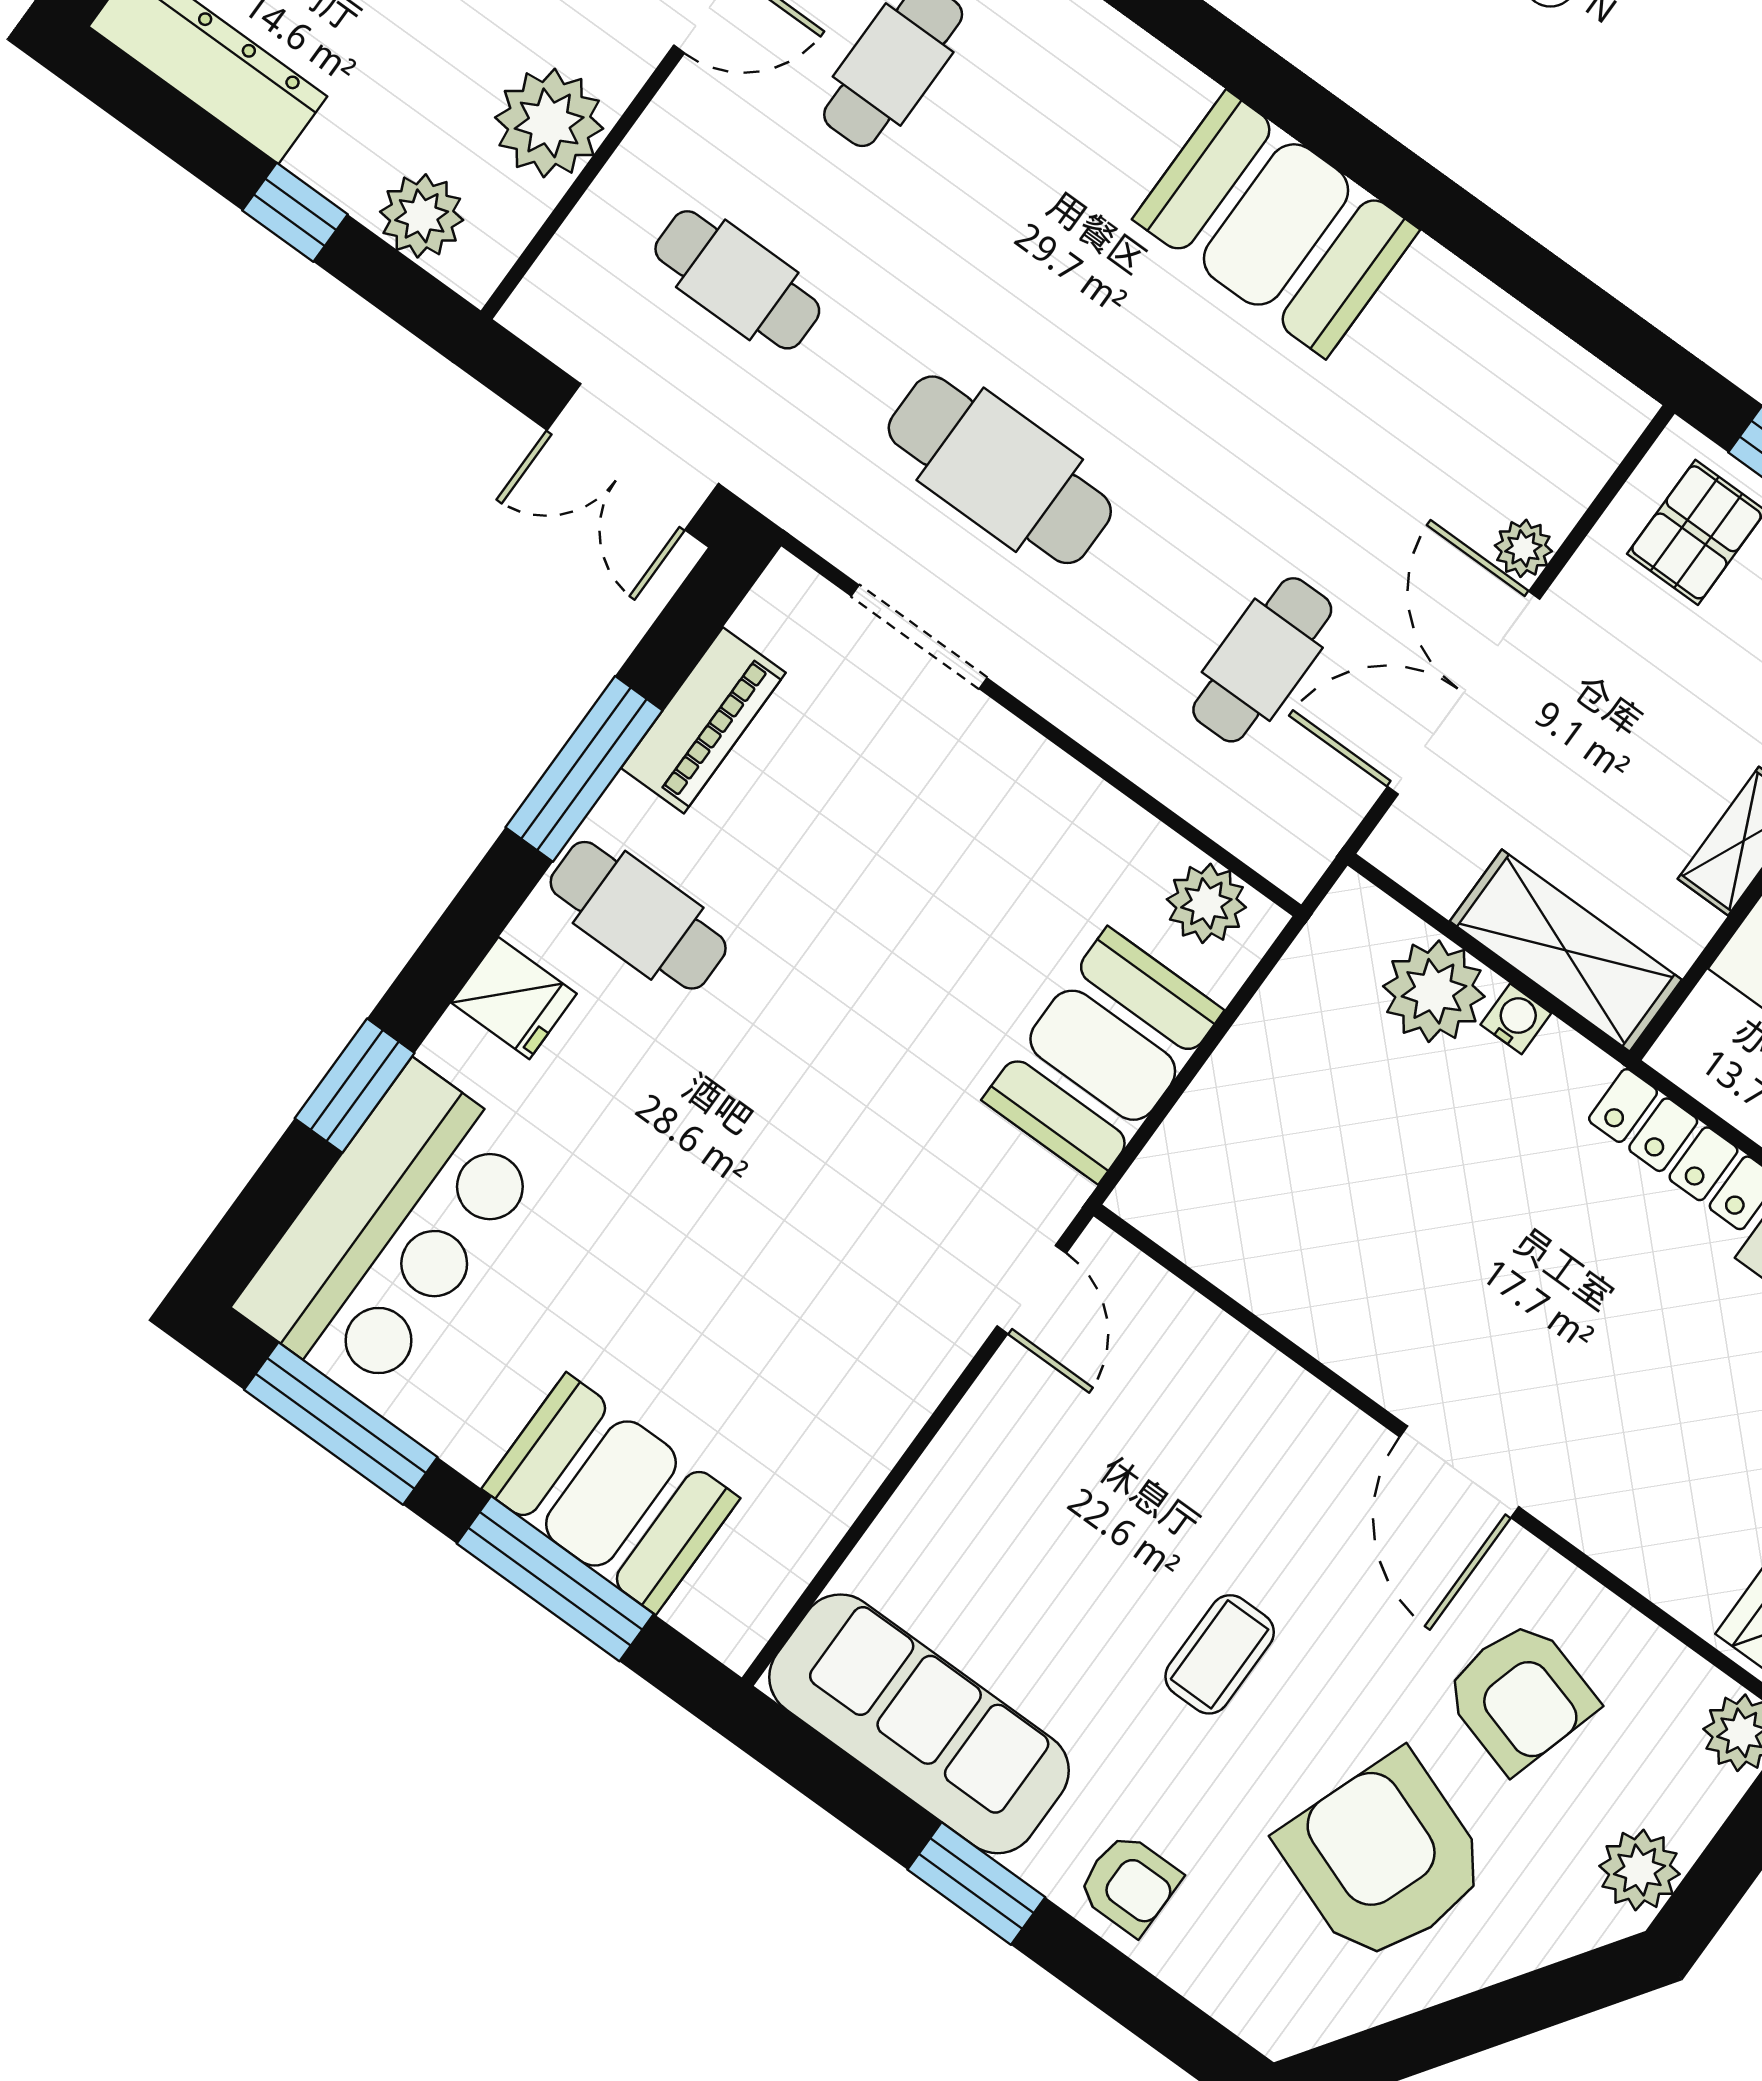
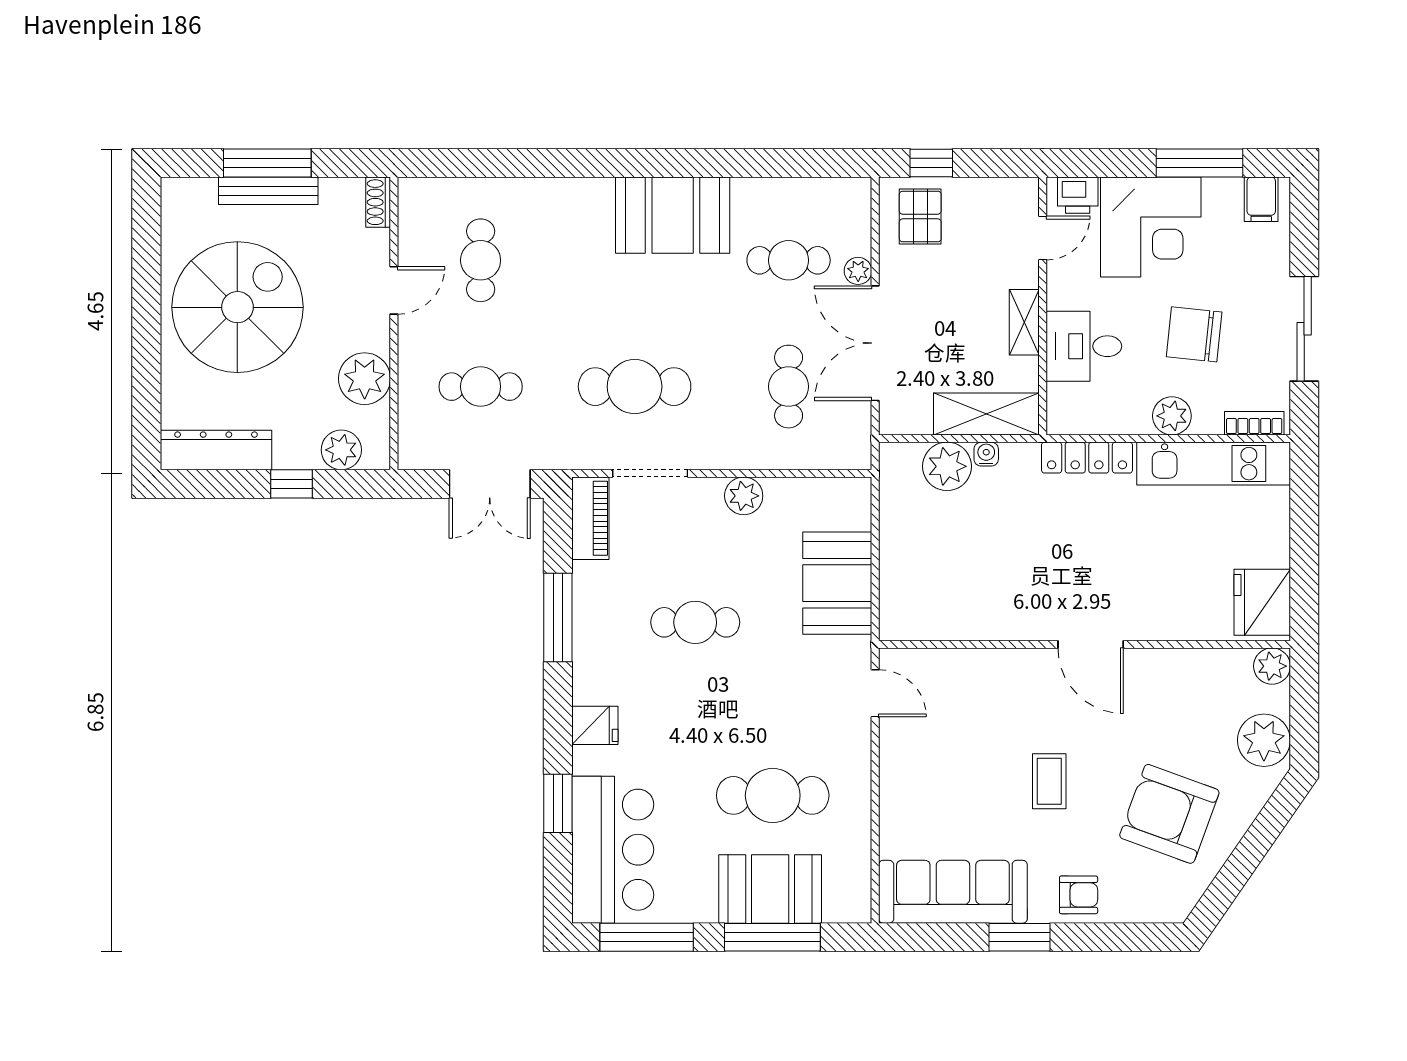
cafe table: (1418, 444) -> (789, 260), added
piano: (703, 720) -> (590, 518), moved
plant: (1206, 903) -> (744, 496), moved
cafe table: (638, 915) -> (695, 622), moved
cafe table: (731, 1337) -> (773, 795), added
armchair: (1520, 1696) -> (1177, 714), removed
plant: (1640, 1870) -> (1264, 740), width x1.36, depth x1.36

